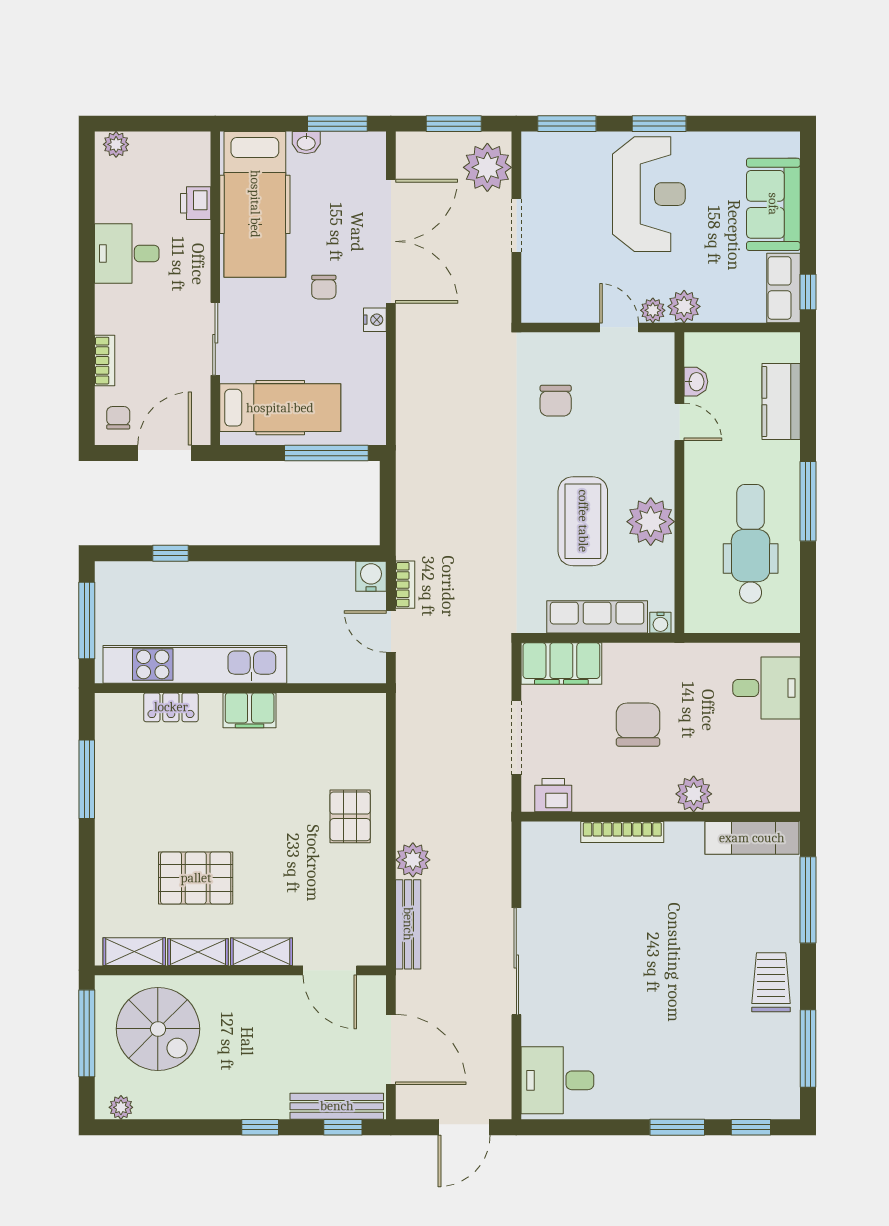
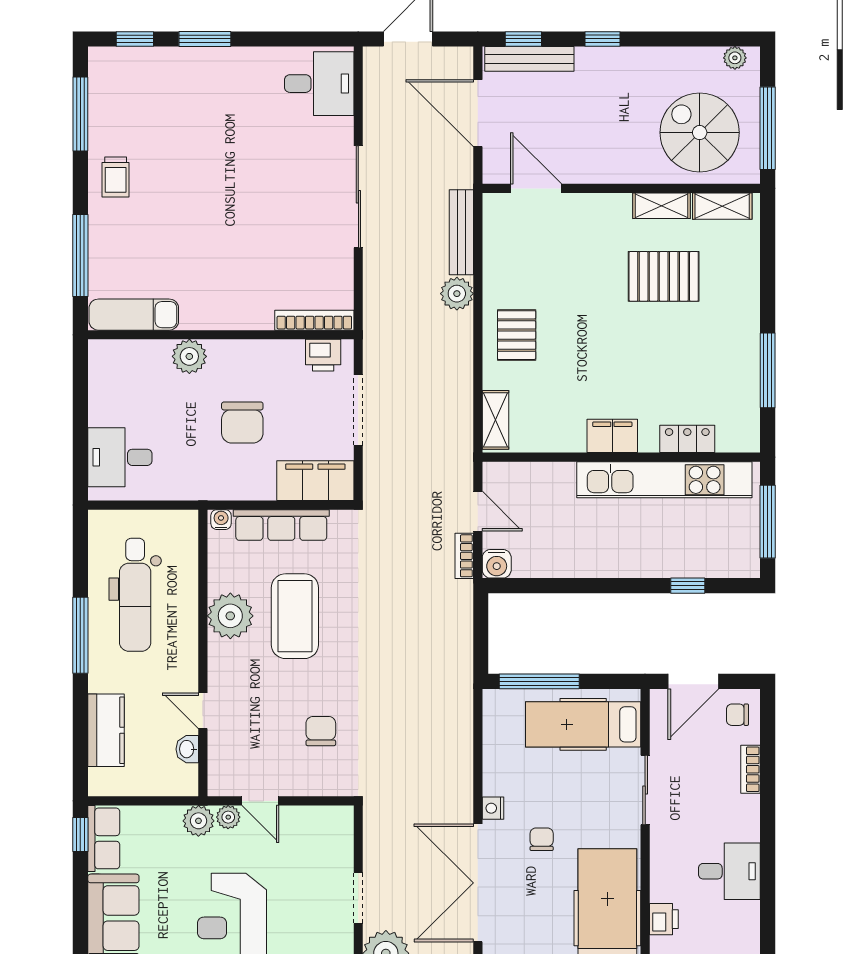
chair: (118, 418) -> (738, 715), turned 90
bookcase: (622, 832) -> (314, 320), moved
shelving: (261, 952) -> (495, 420), moved, turned 90
trolley: (771, 982) -> (116, 177), width x0.73, depth x0.72

